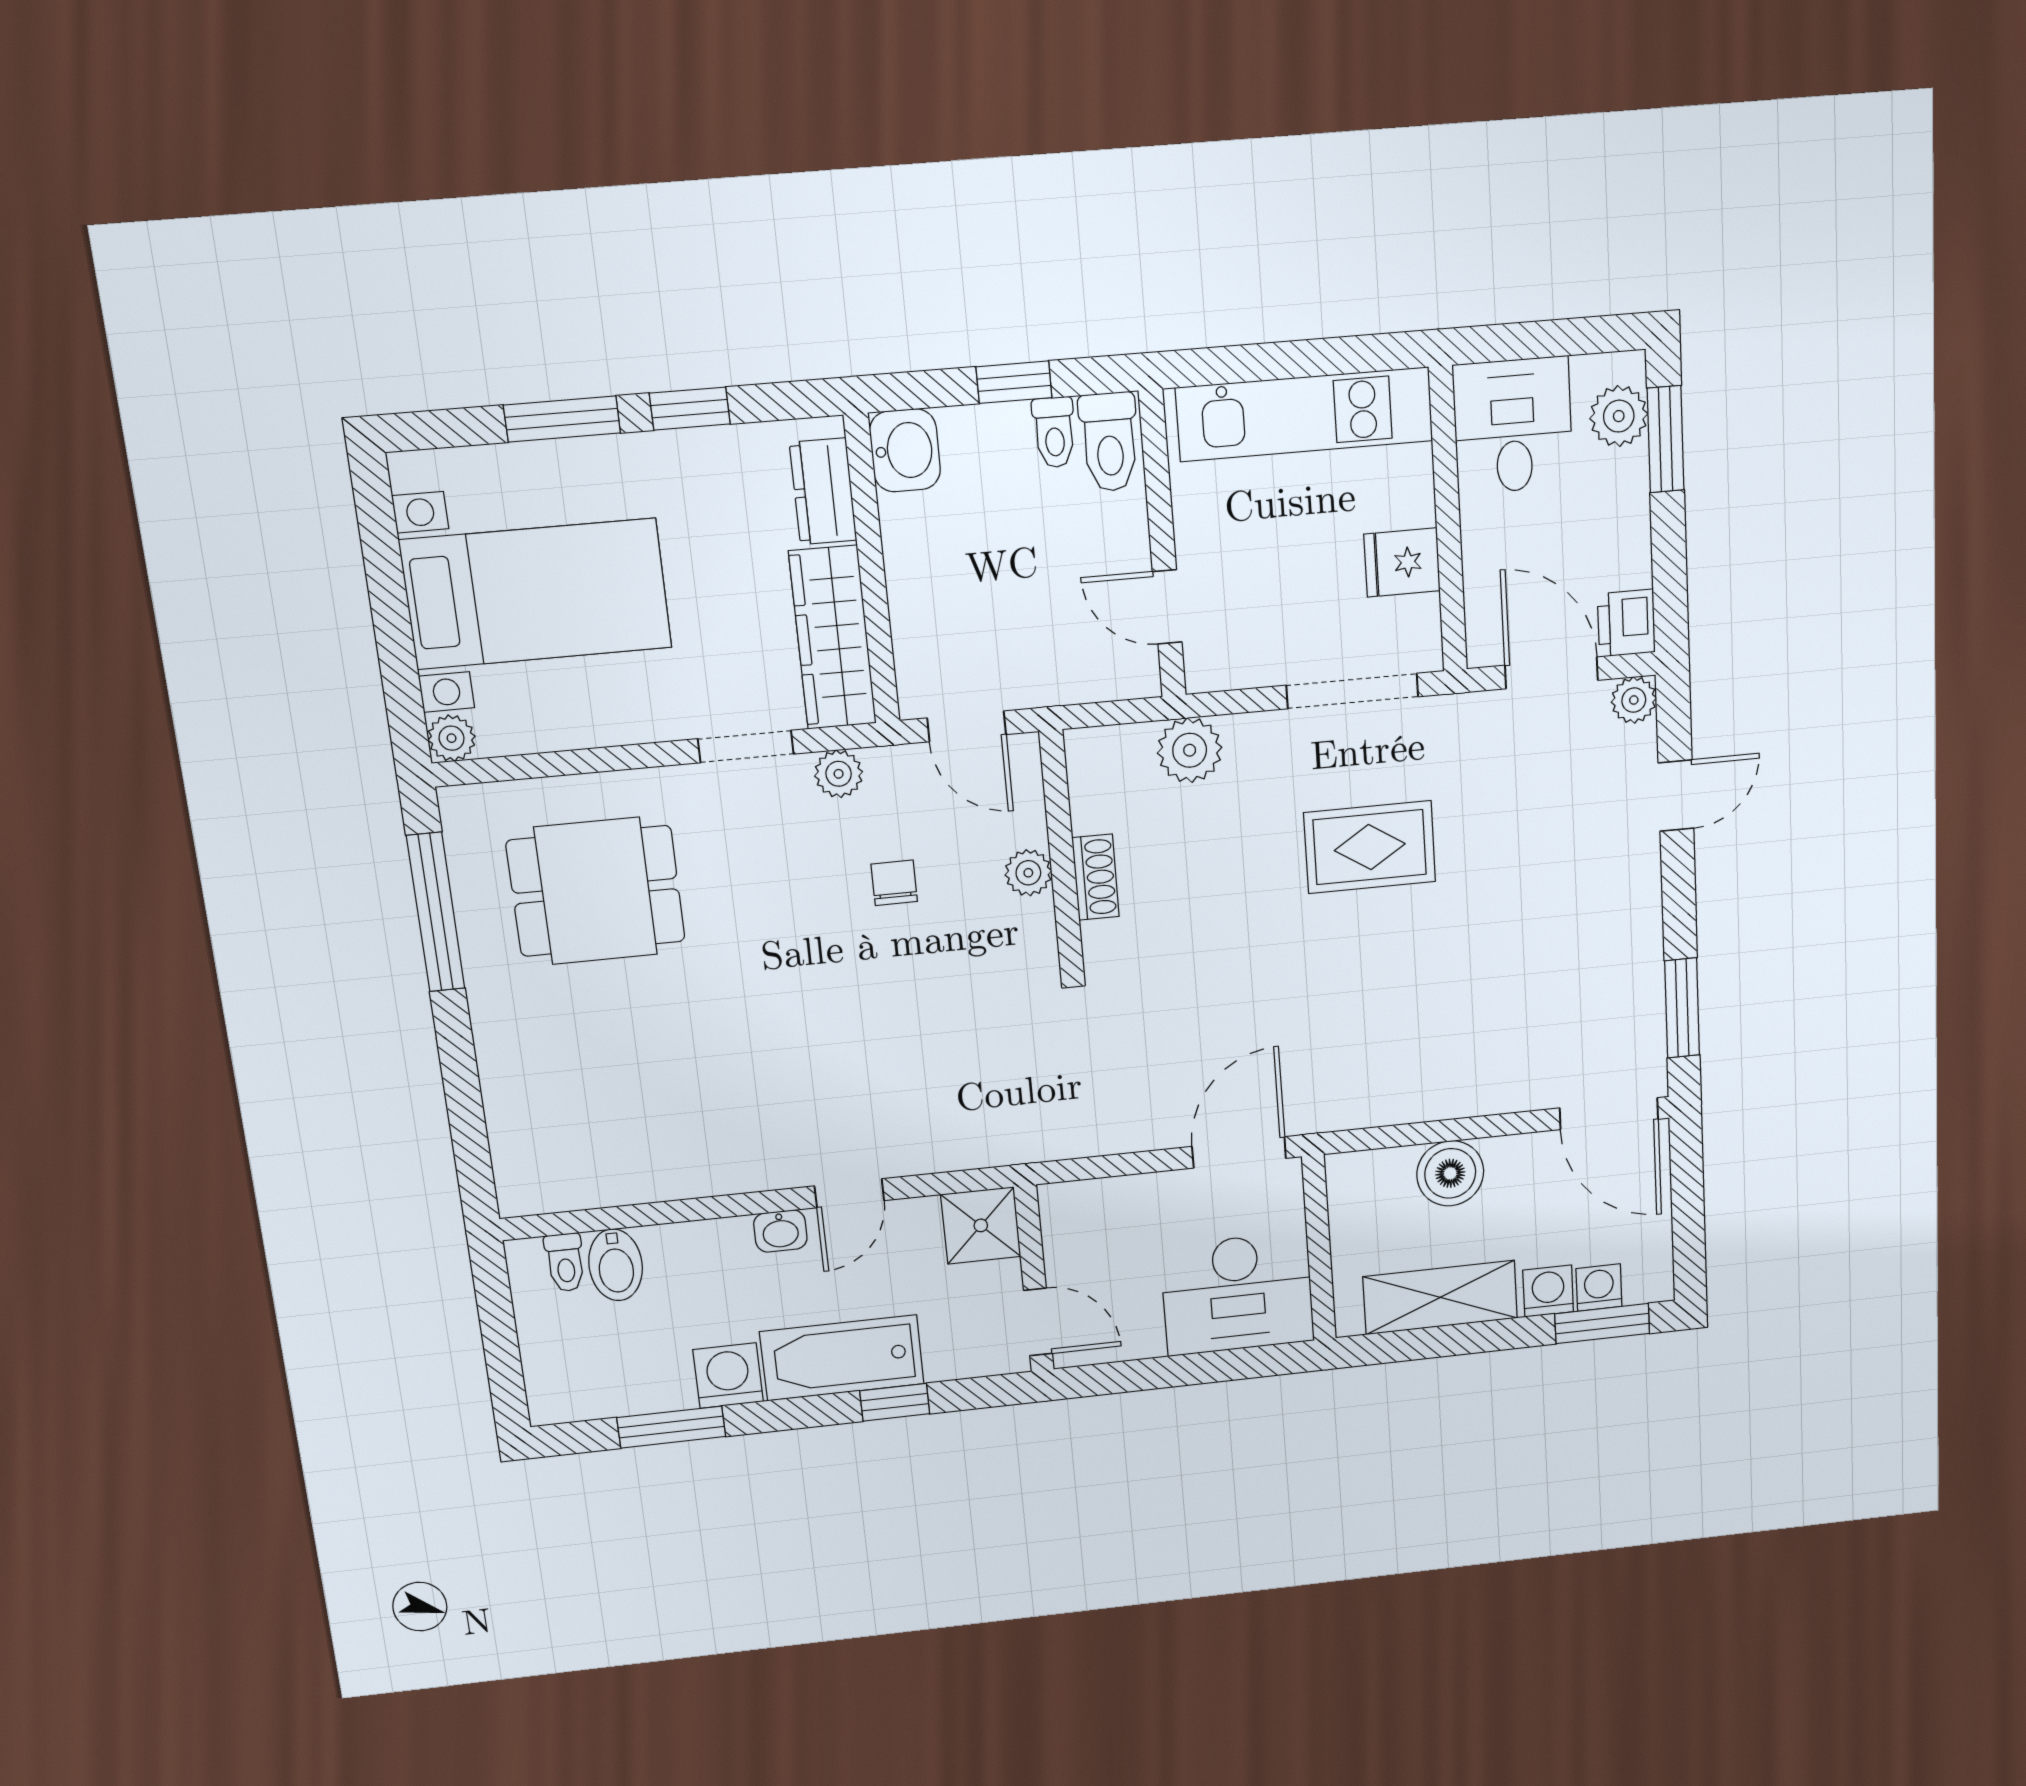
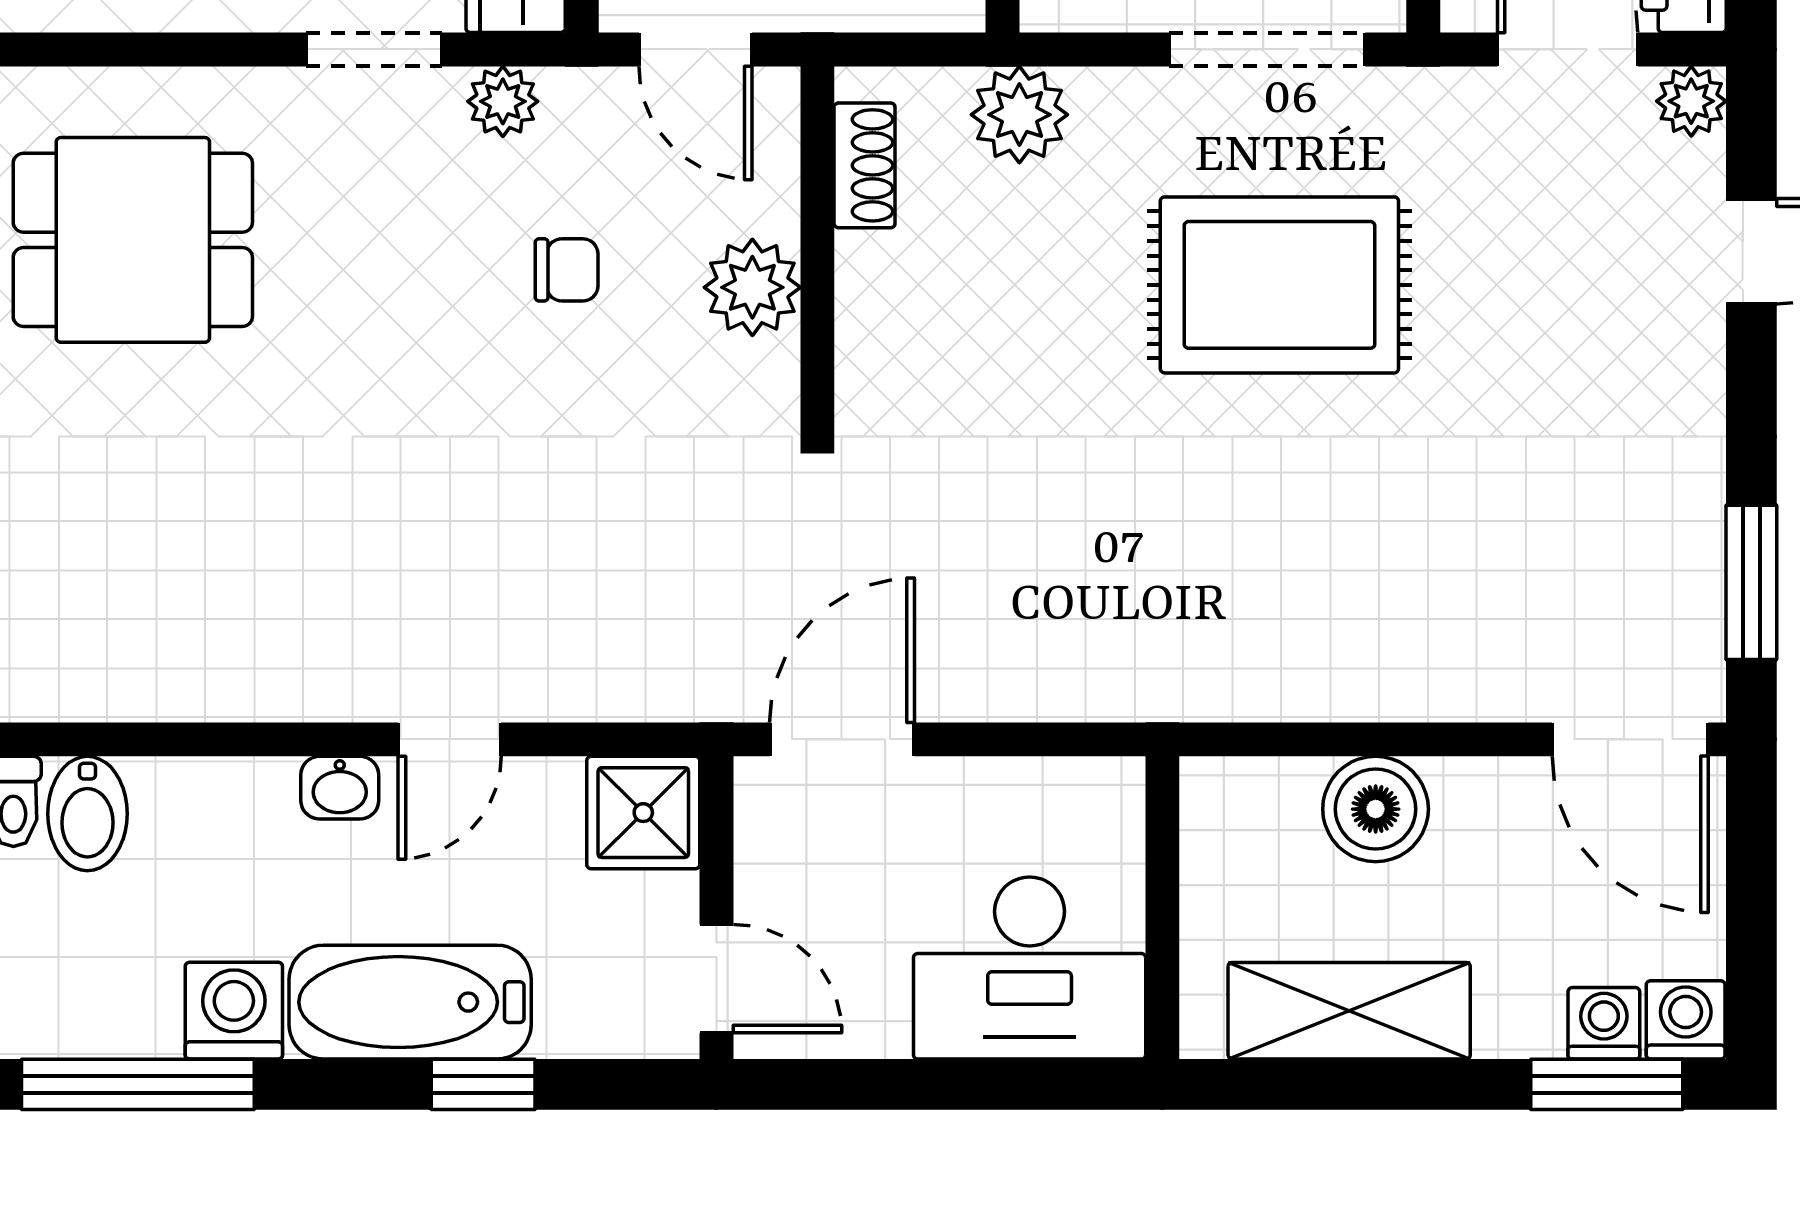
rug: (1370, 847) -> (1279, 285), width x1.36, depth x1.43
plant: (1028, 873) -> (752, 287), width x1.38, depth x1.38
shoe rack: (1096, 877) -> (865, 165), moved
chair: (894, 883) -> (567, 270), turned 90
door: (1239, 1152) -> (842, 739), moved
washing machine: (1548, 1291) -> (1686, 1020), moved
window: (671, 1427) -> (138, 1084), width x1.44

